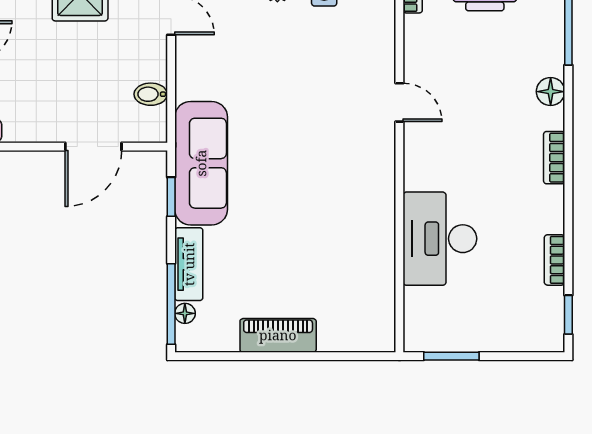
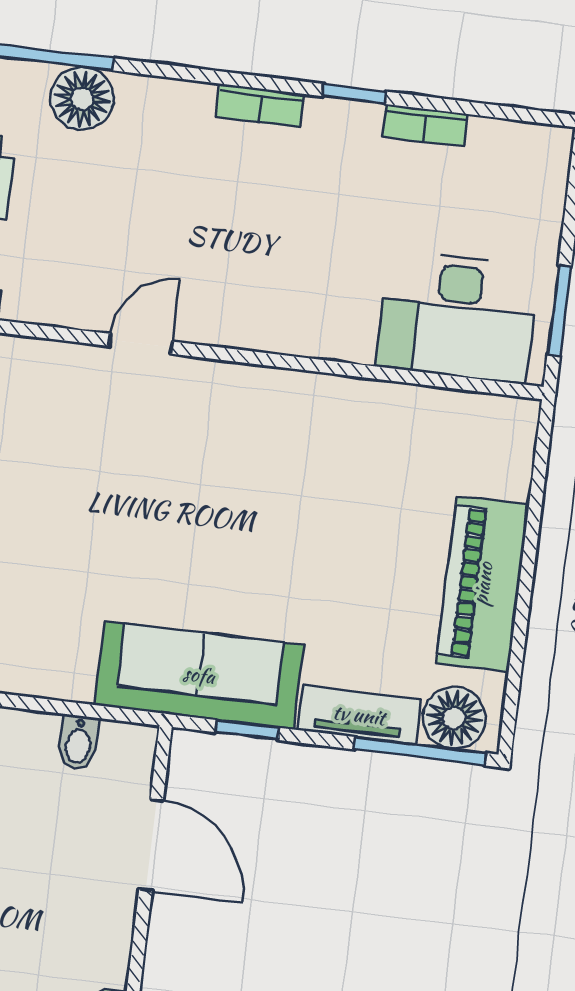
floor lamp: (551, 92) -> (82, 98), moved, width x1.38, depth x1.38
desk: (440, 239) -> (457, 317), moved
floor lamp: (185, 313) -> (454, 718), width x1.89, depth x1.89
window: (568, 315) -> (354, 94), moved
piano: (278, 335) -> (483, 584), width x1.37, depth x1.33

